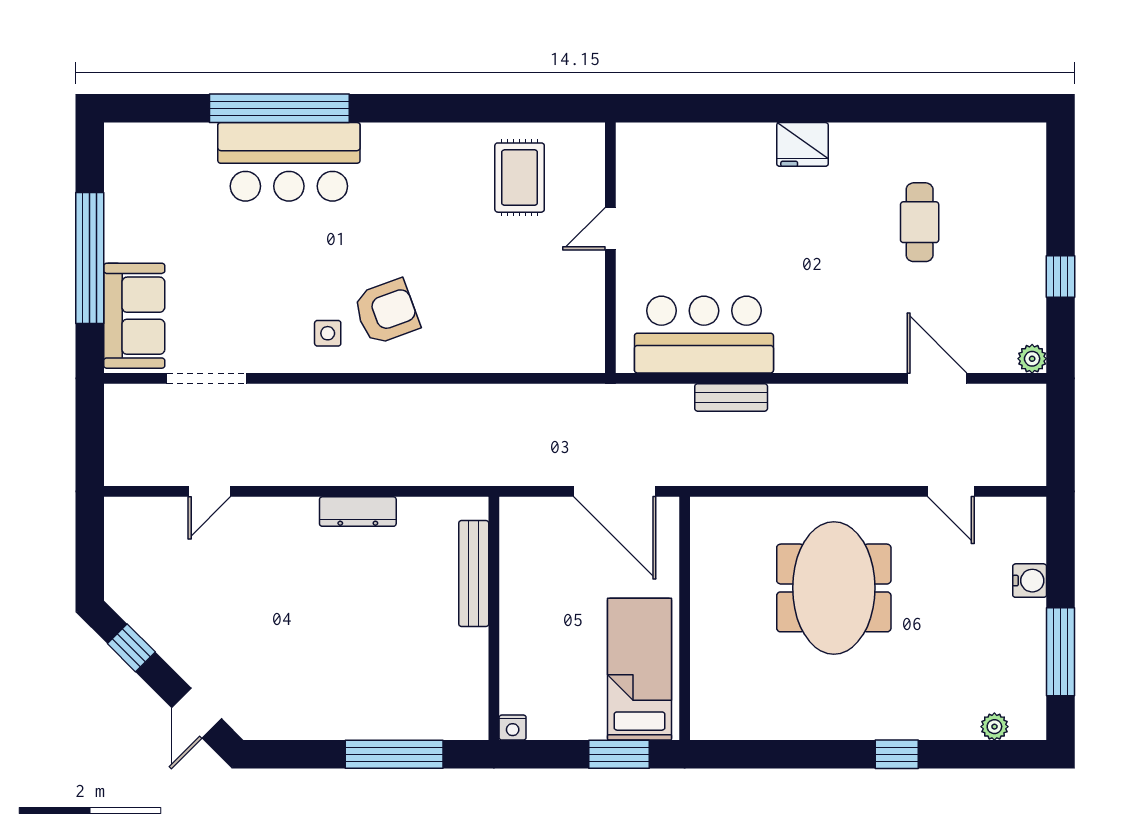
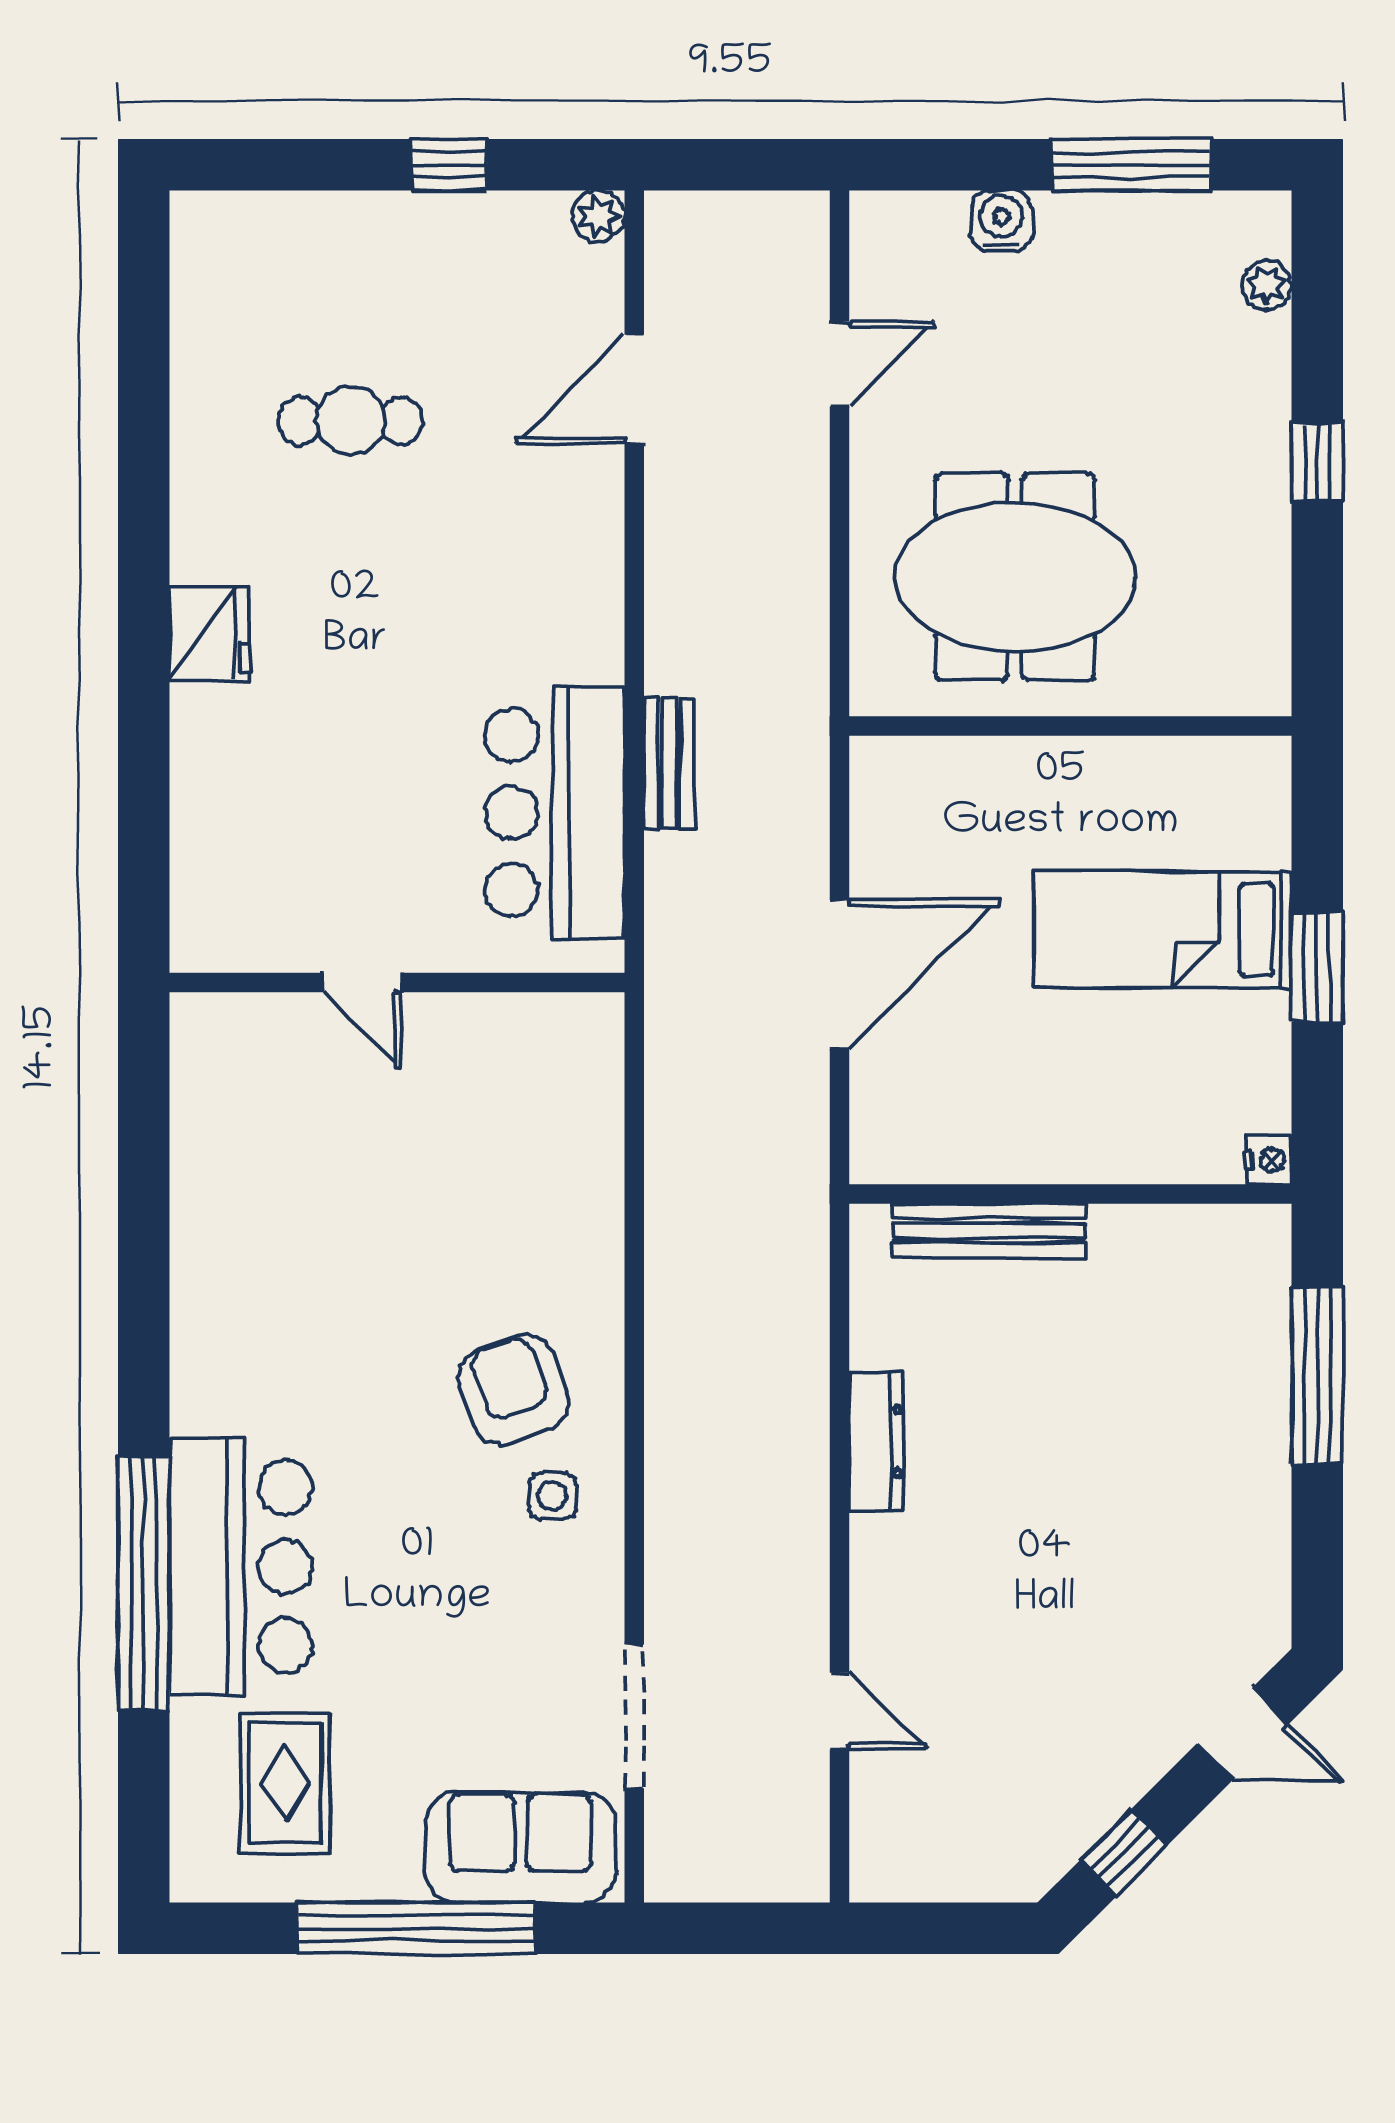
rug: (520, 178) -> (285, 1783), moved, turned 90
wall: (685, 618) -> (1070, 726), moved

